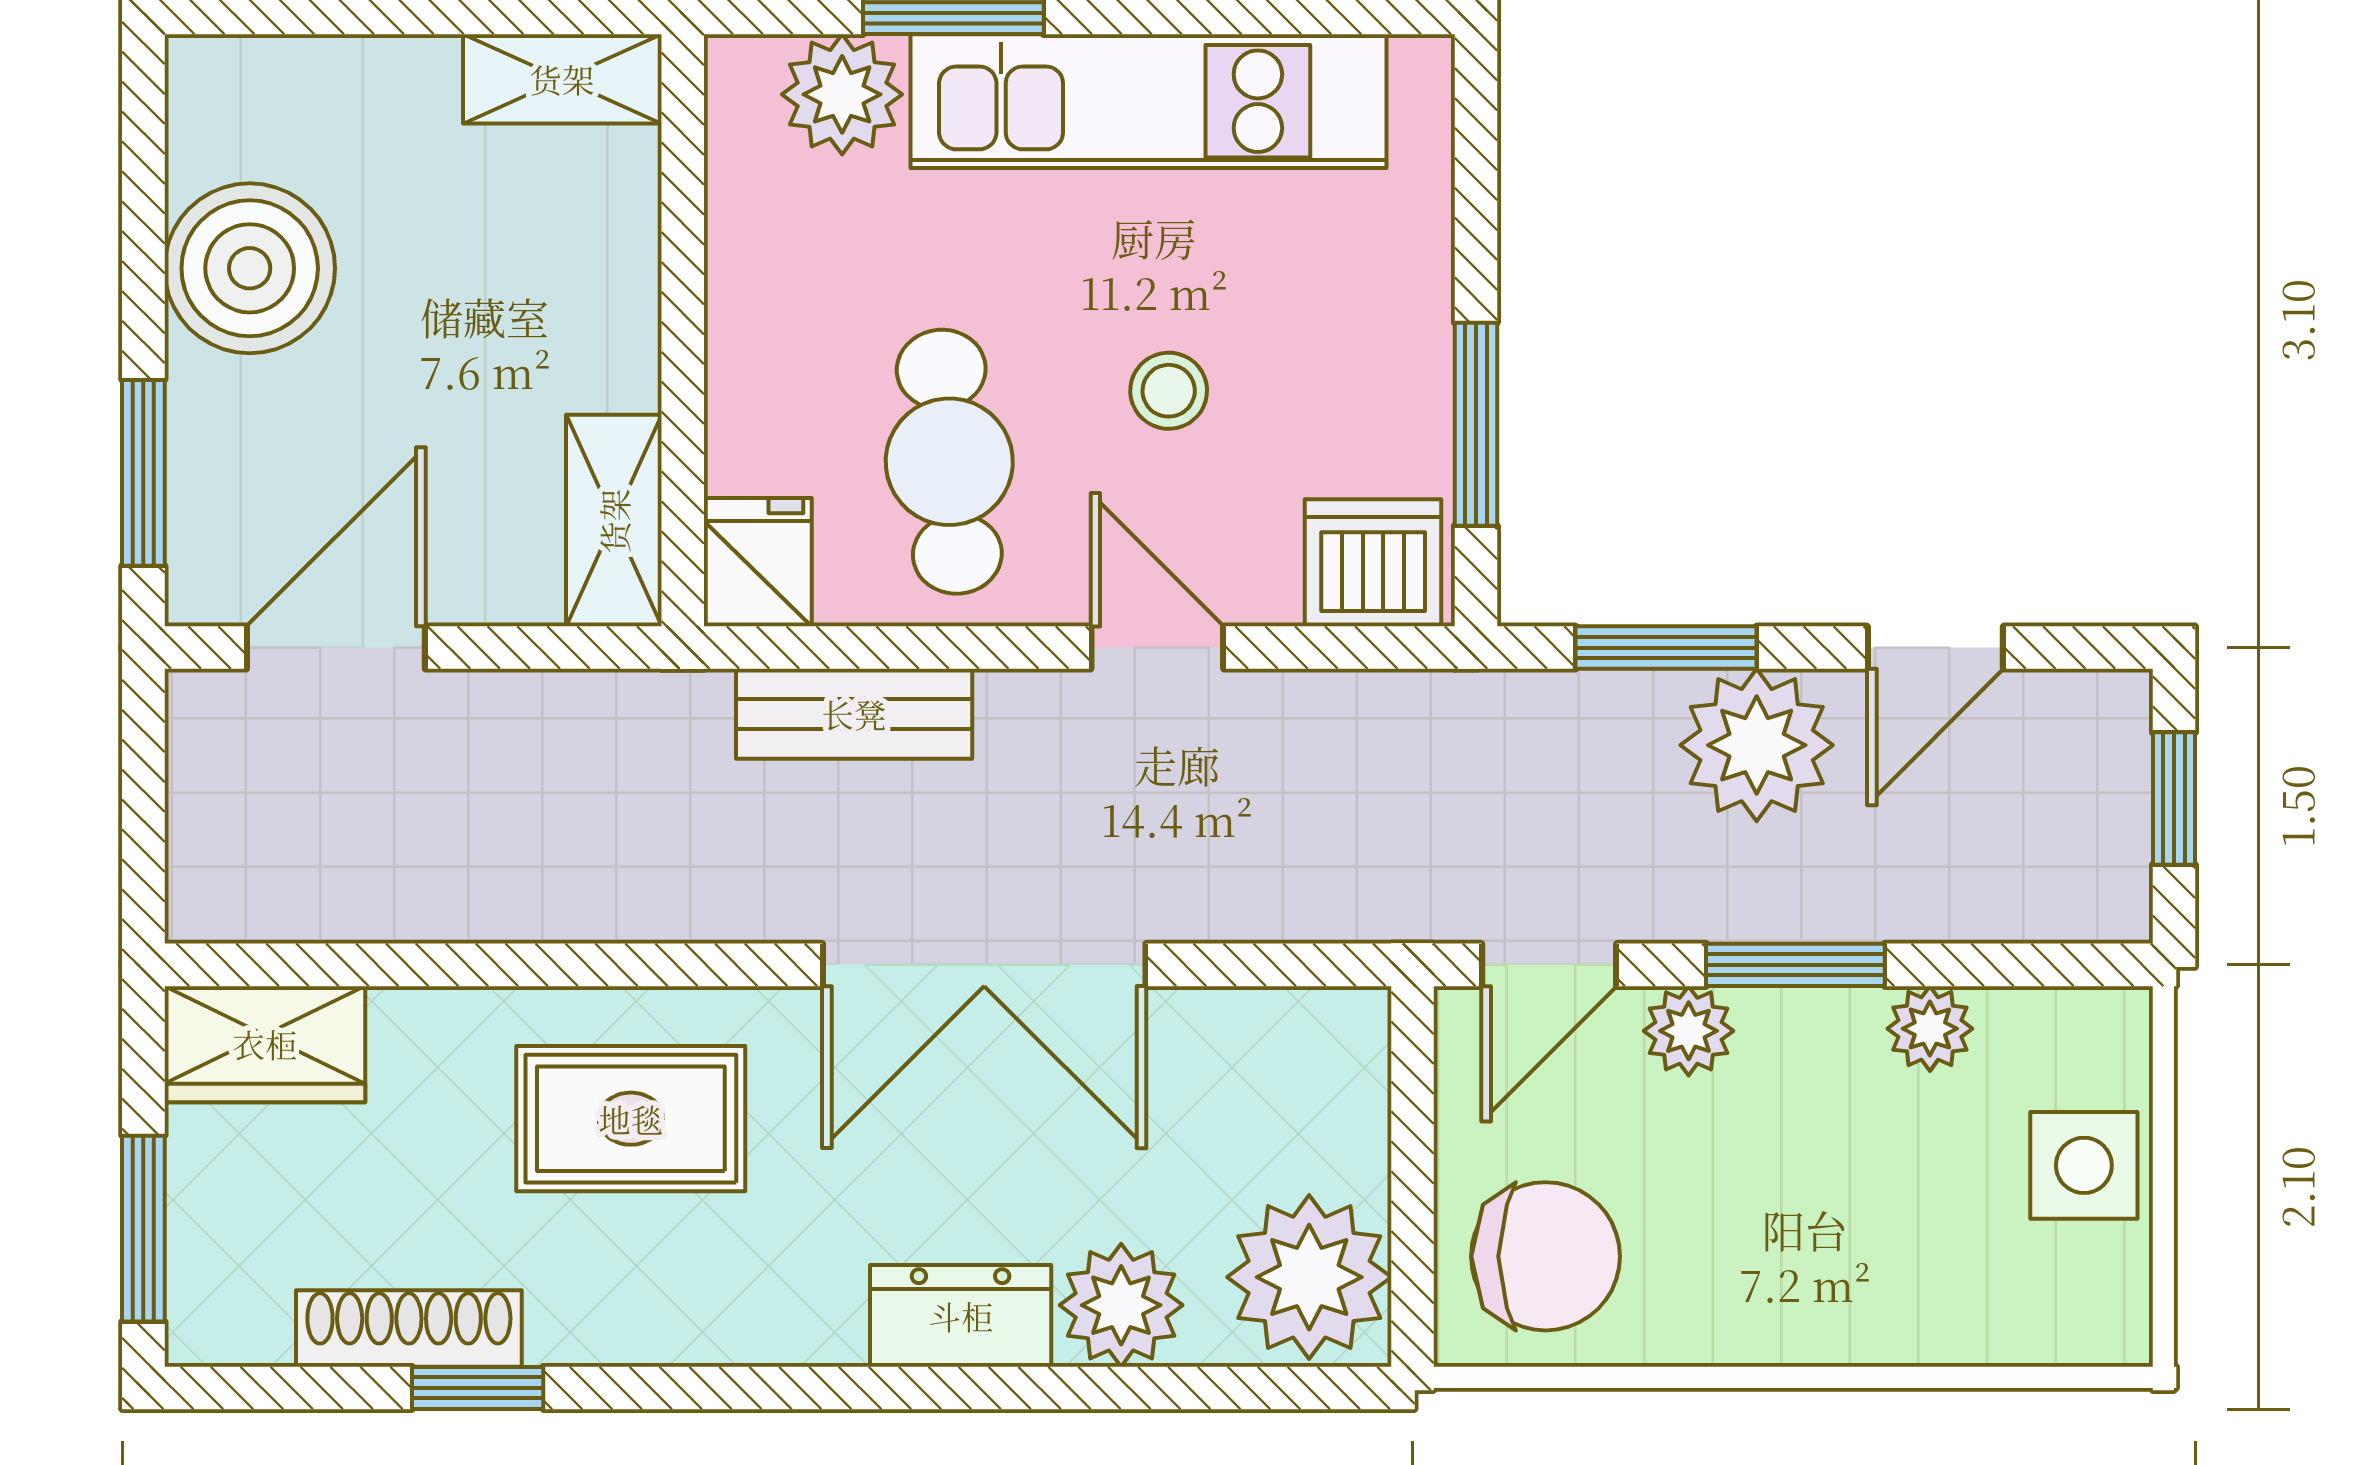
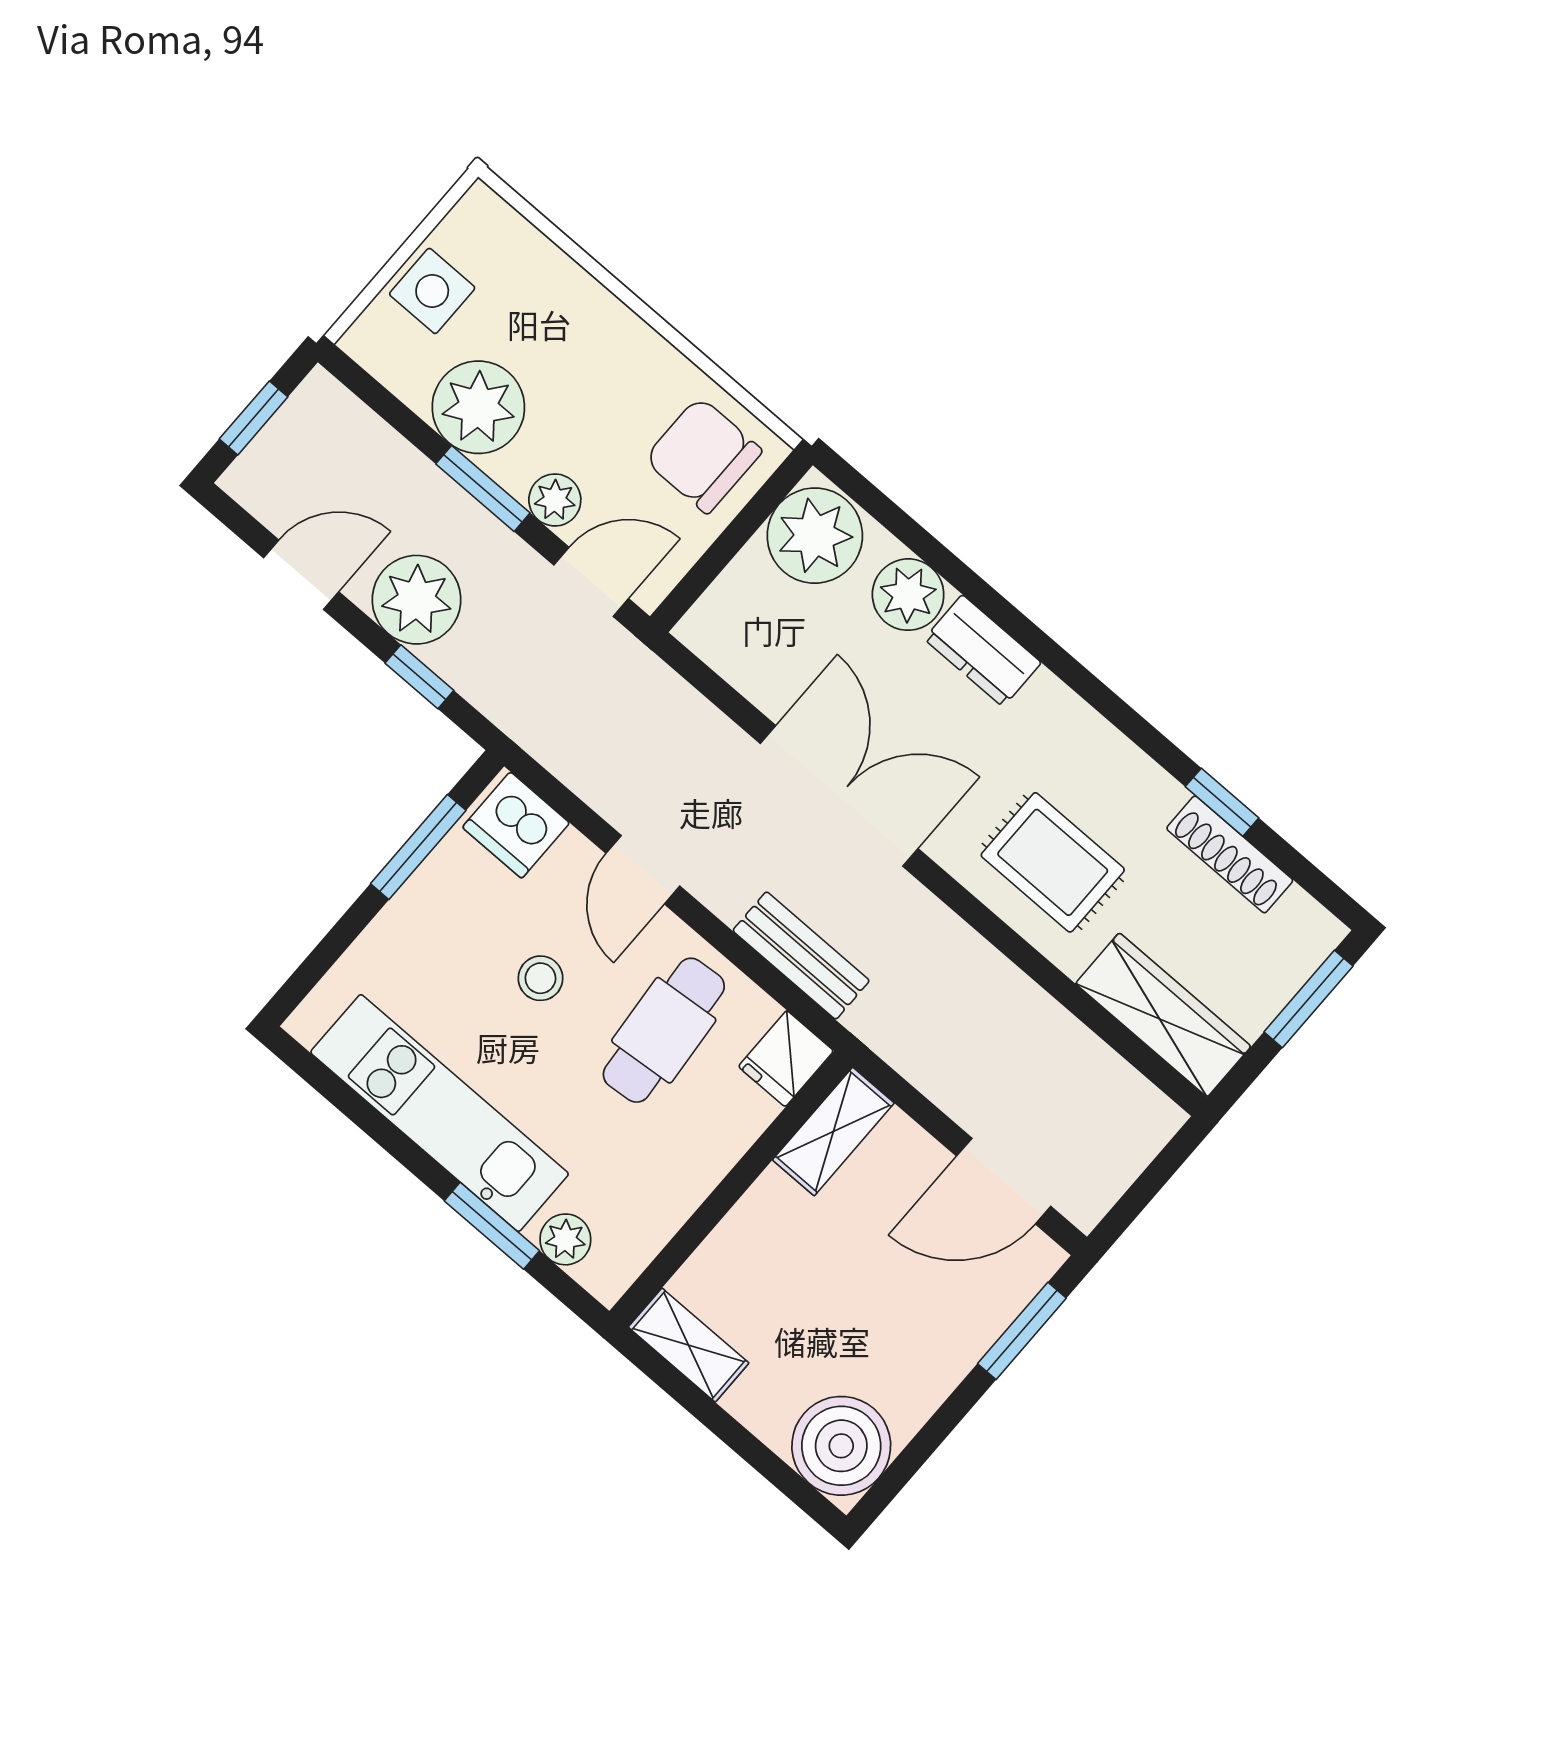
plant: (842, 94) -> (565, 1239), width x0.73, depth x0.73
boiler: (250, 268) -> (841, 1446), moved
window: (1666, 648) -> (419, 677), width x0.67
plant: (1930, 1029) -> (478, 407), width x1.88, depth x1.88
wardrobe: (265, 1044) -> (1163, 1015), width x1.50

